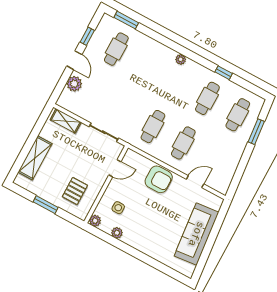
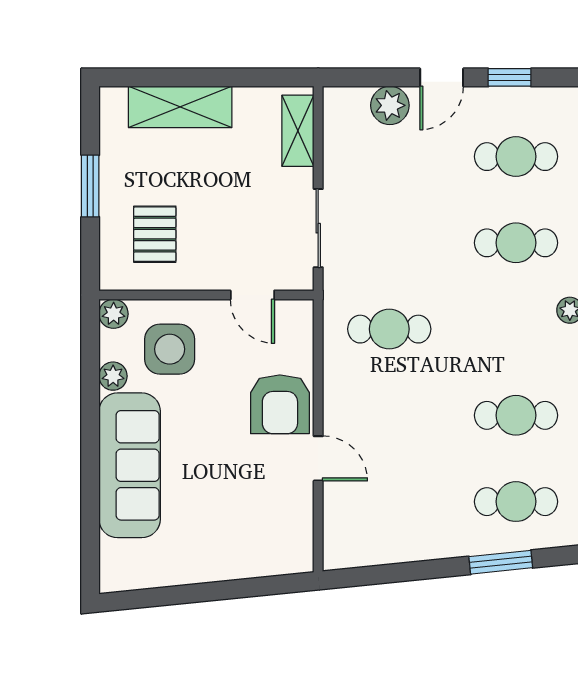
cafe table: (183, 143) -> (516, 243), moved
door: (195, 182) -> (318, 458), moved
pallet: (75, 191) -> (155, 234), turned 90
side table: (118, 208) -> (170, 349), width x1.87, depth x1.87
sofa: (196, 234) -> (130, 465), moved, turned 96

